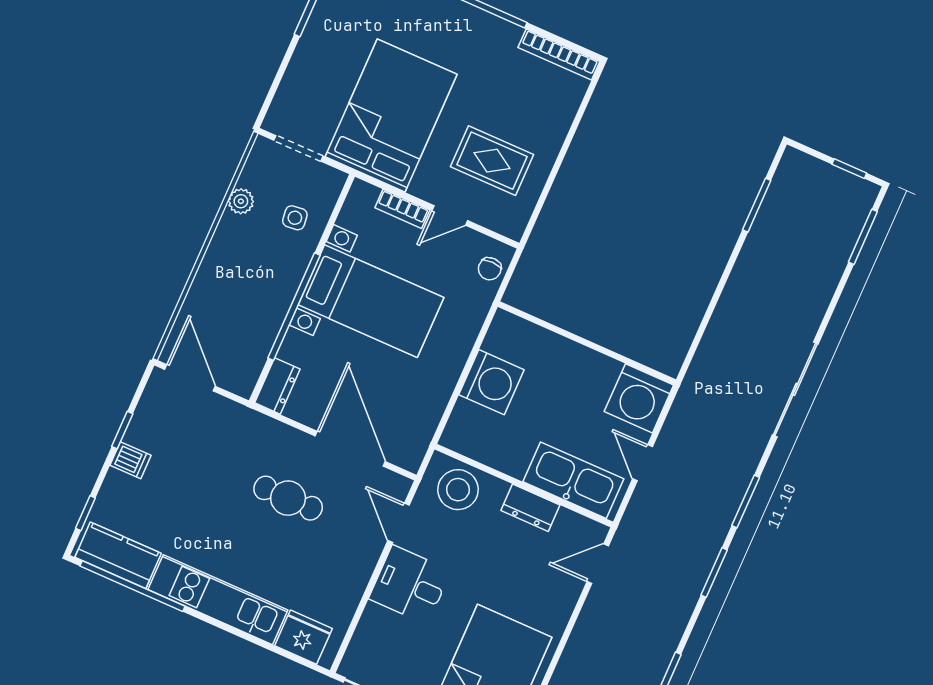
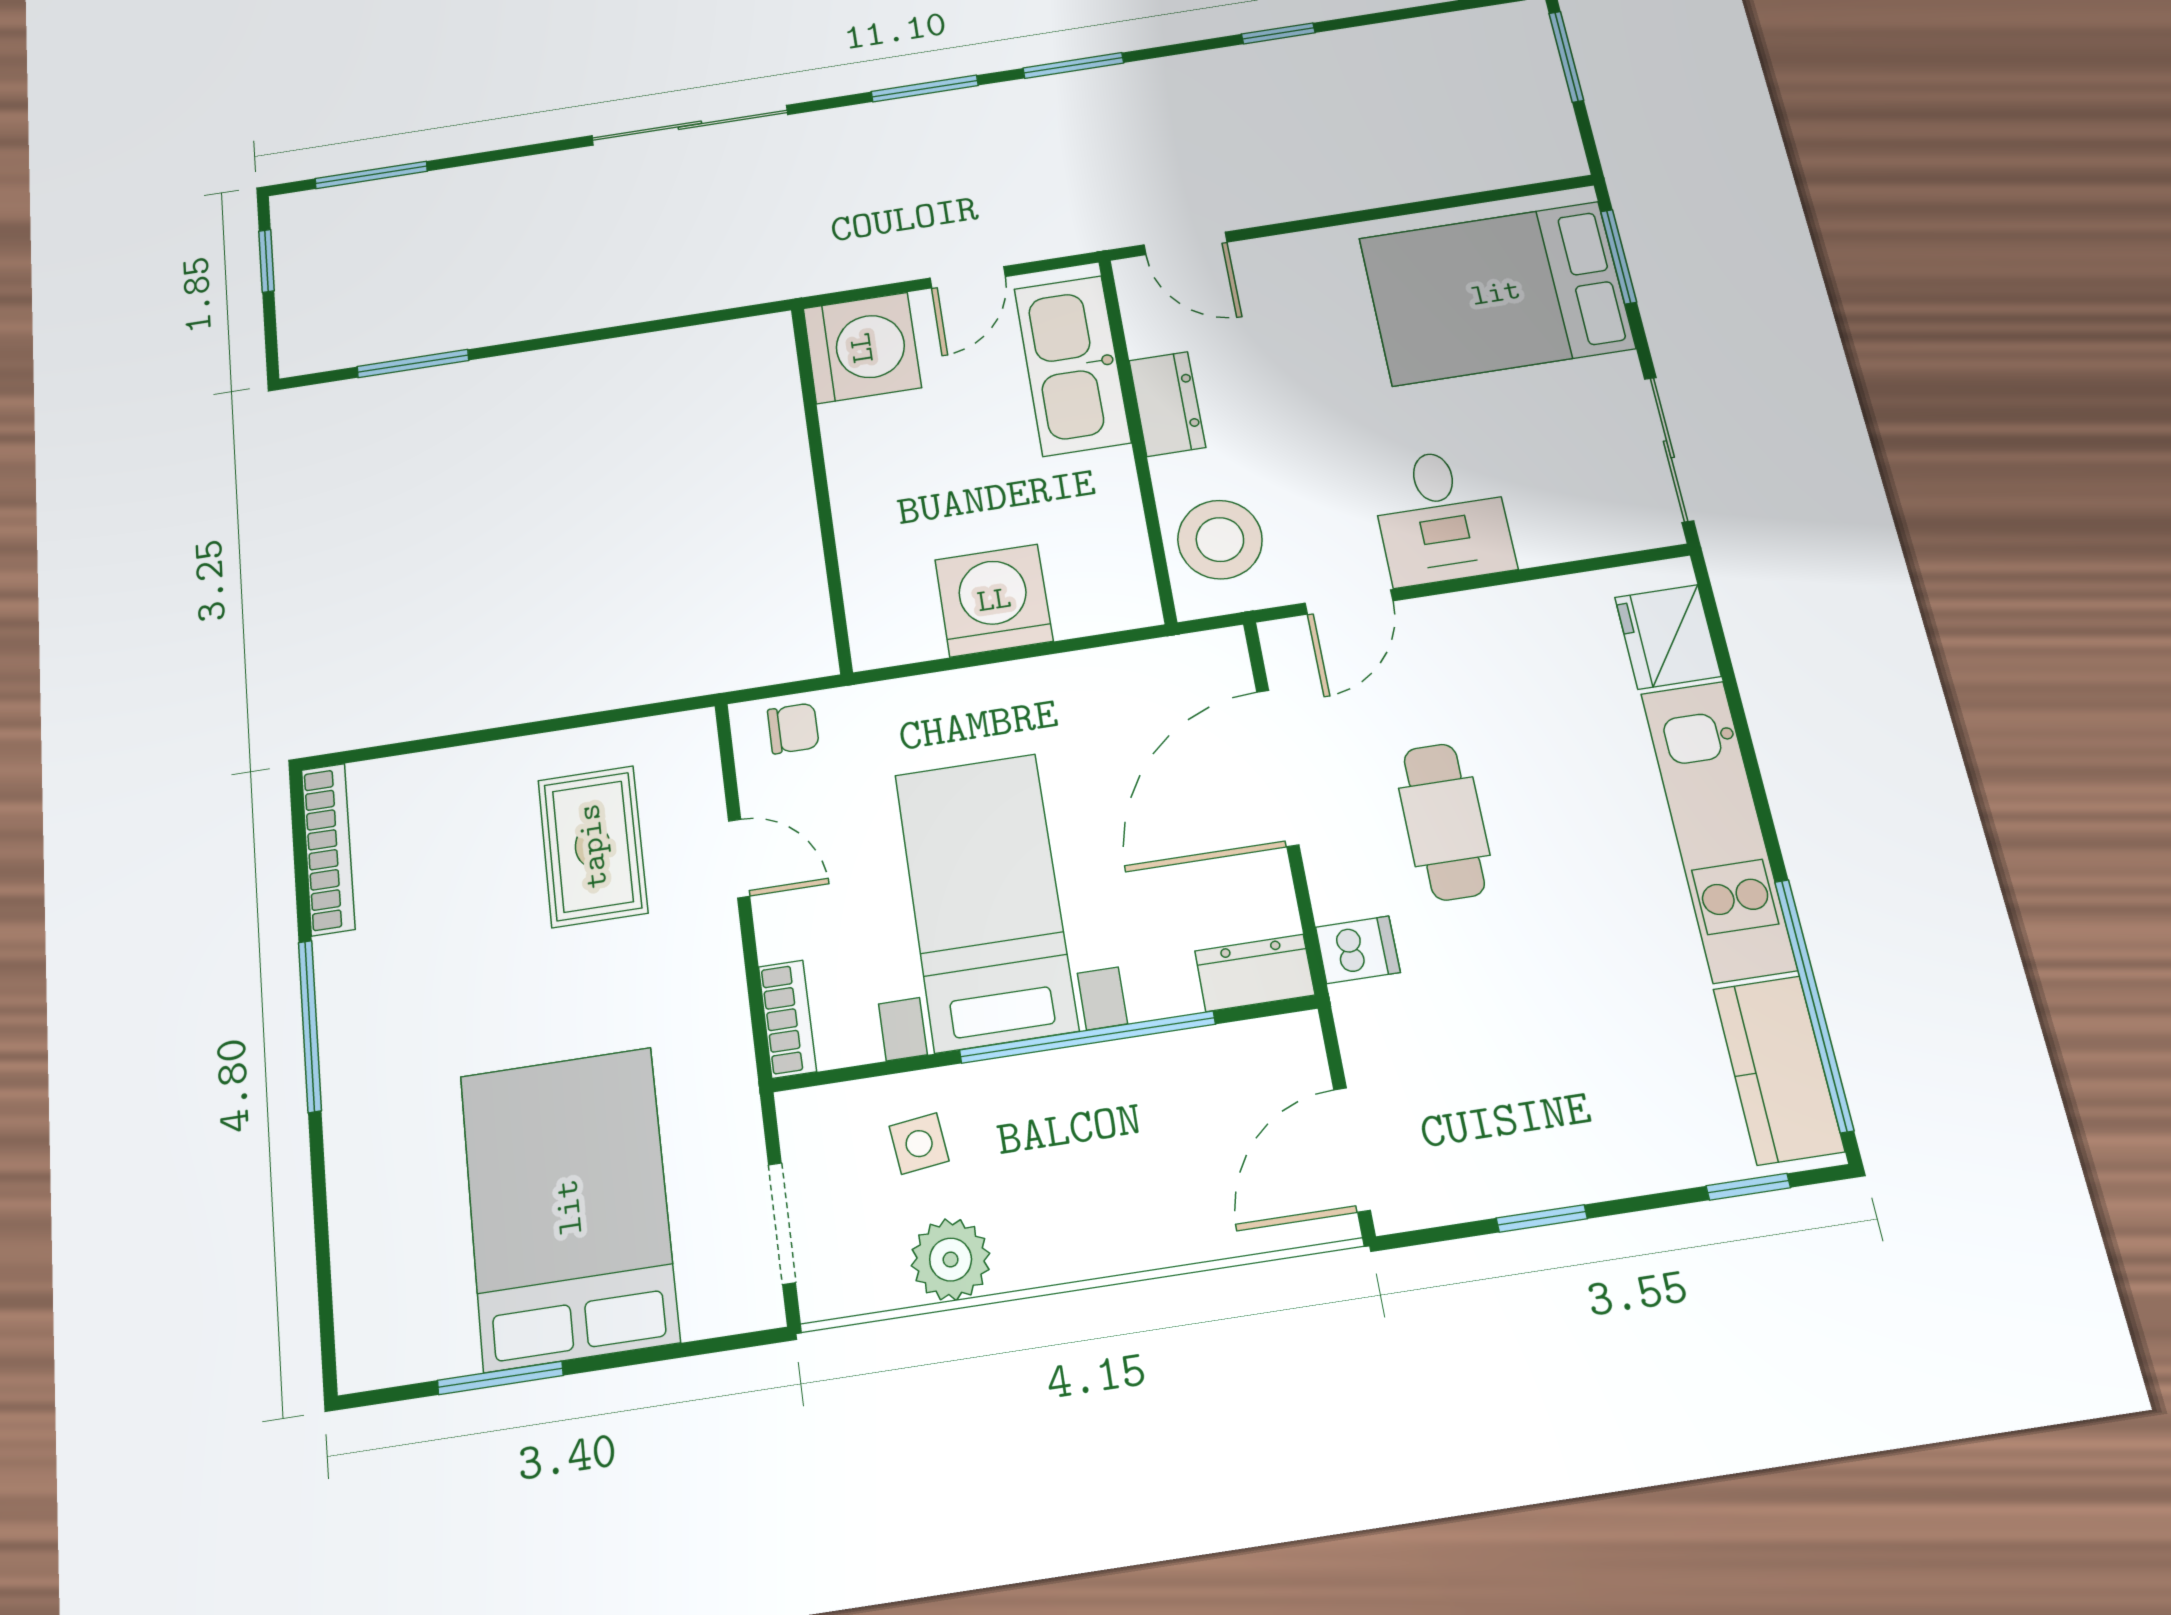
bed: (391, 116) -> (569, 1207), moved, turned 90
plant: (241, 201) -> (951, 1260), width x1.38, depth x1.38
bookcase: (402, 209) -> (787, 1019), moved
dishwasher: (131, 460) -> (1358, 950), moved, turned 90

